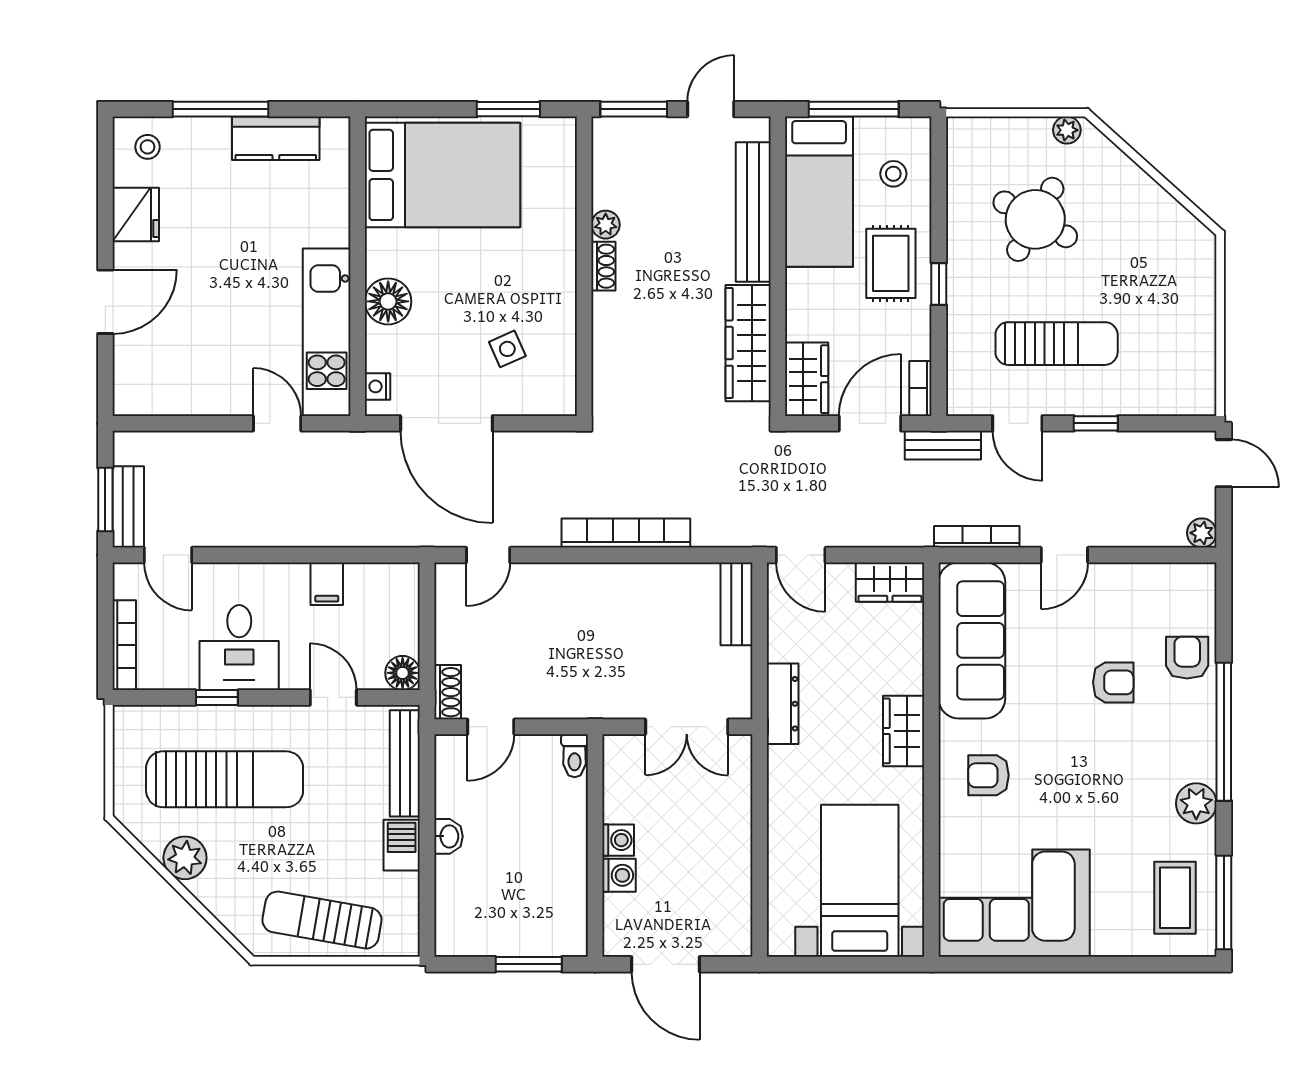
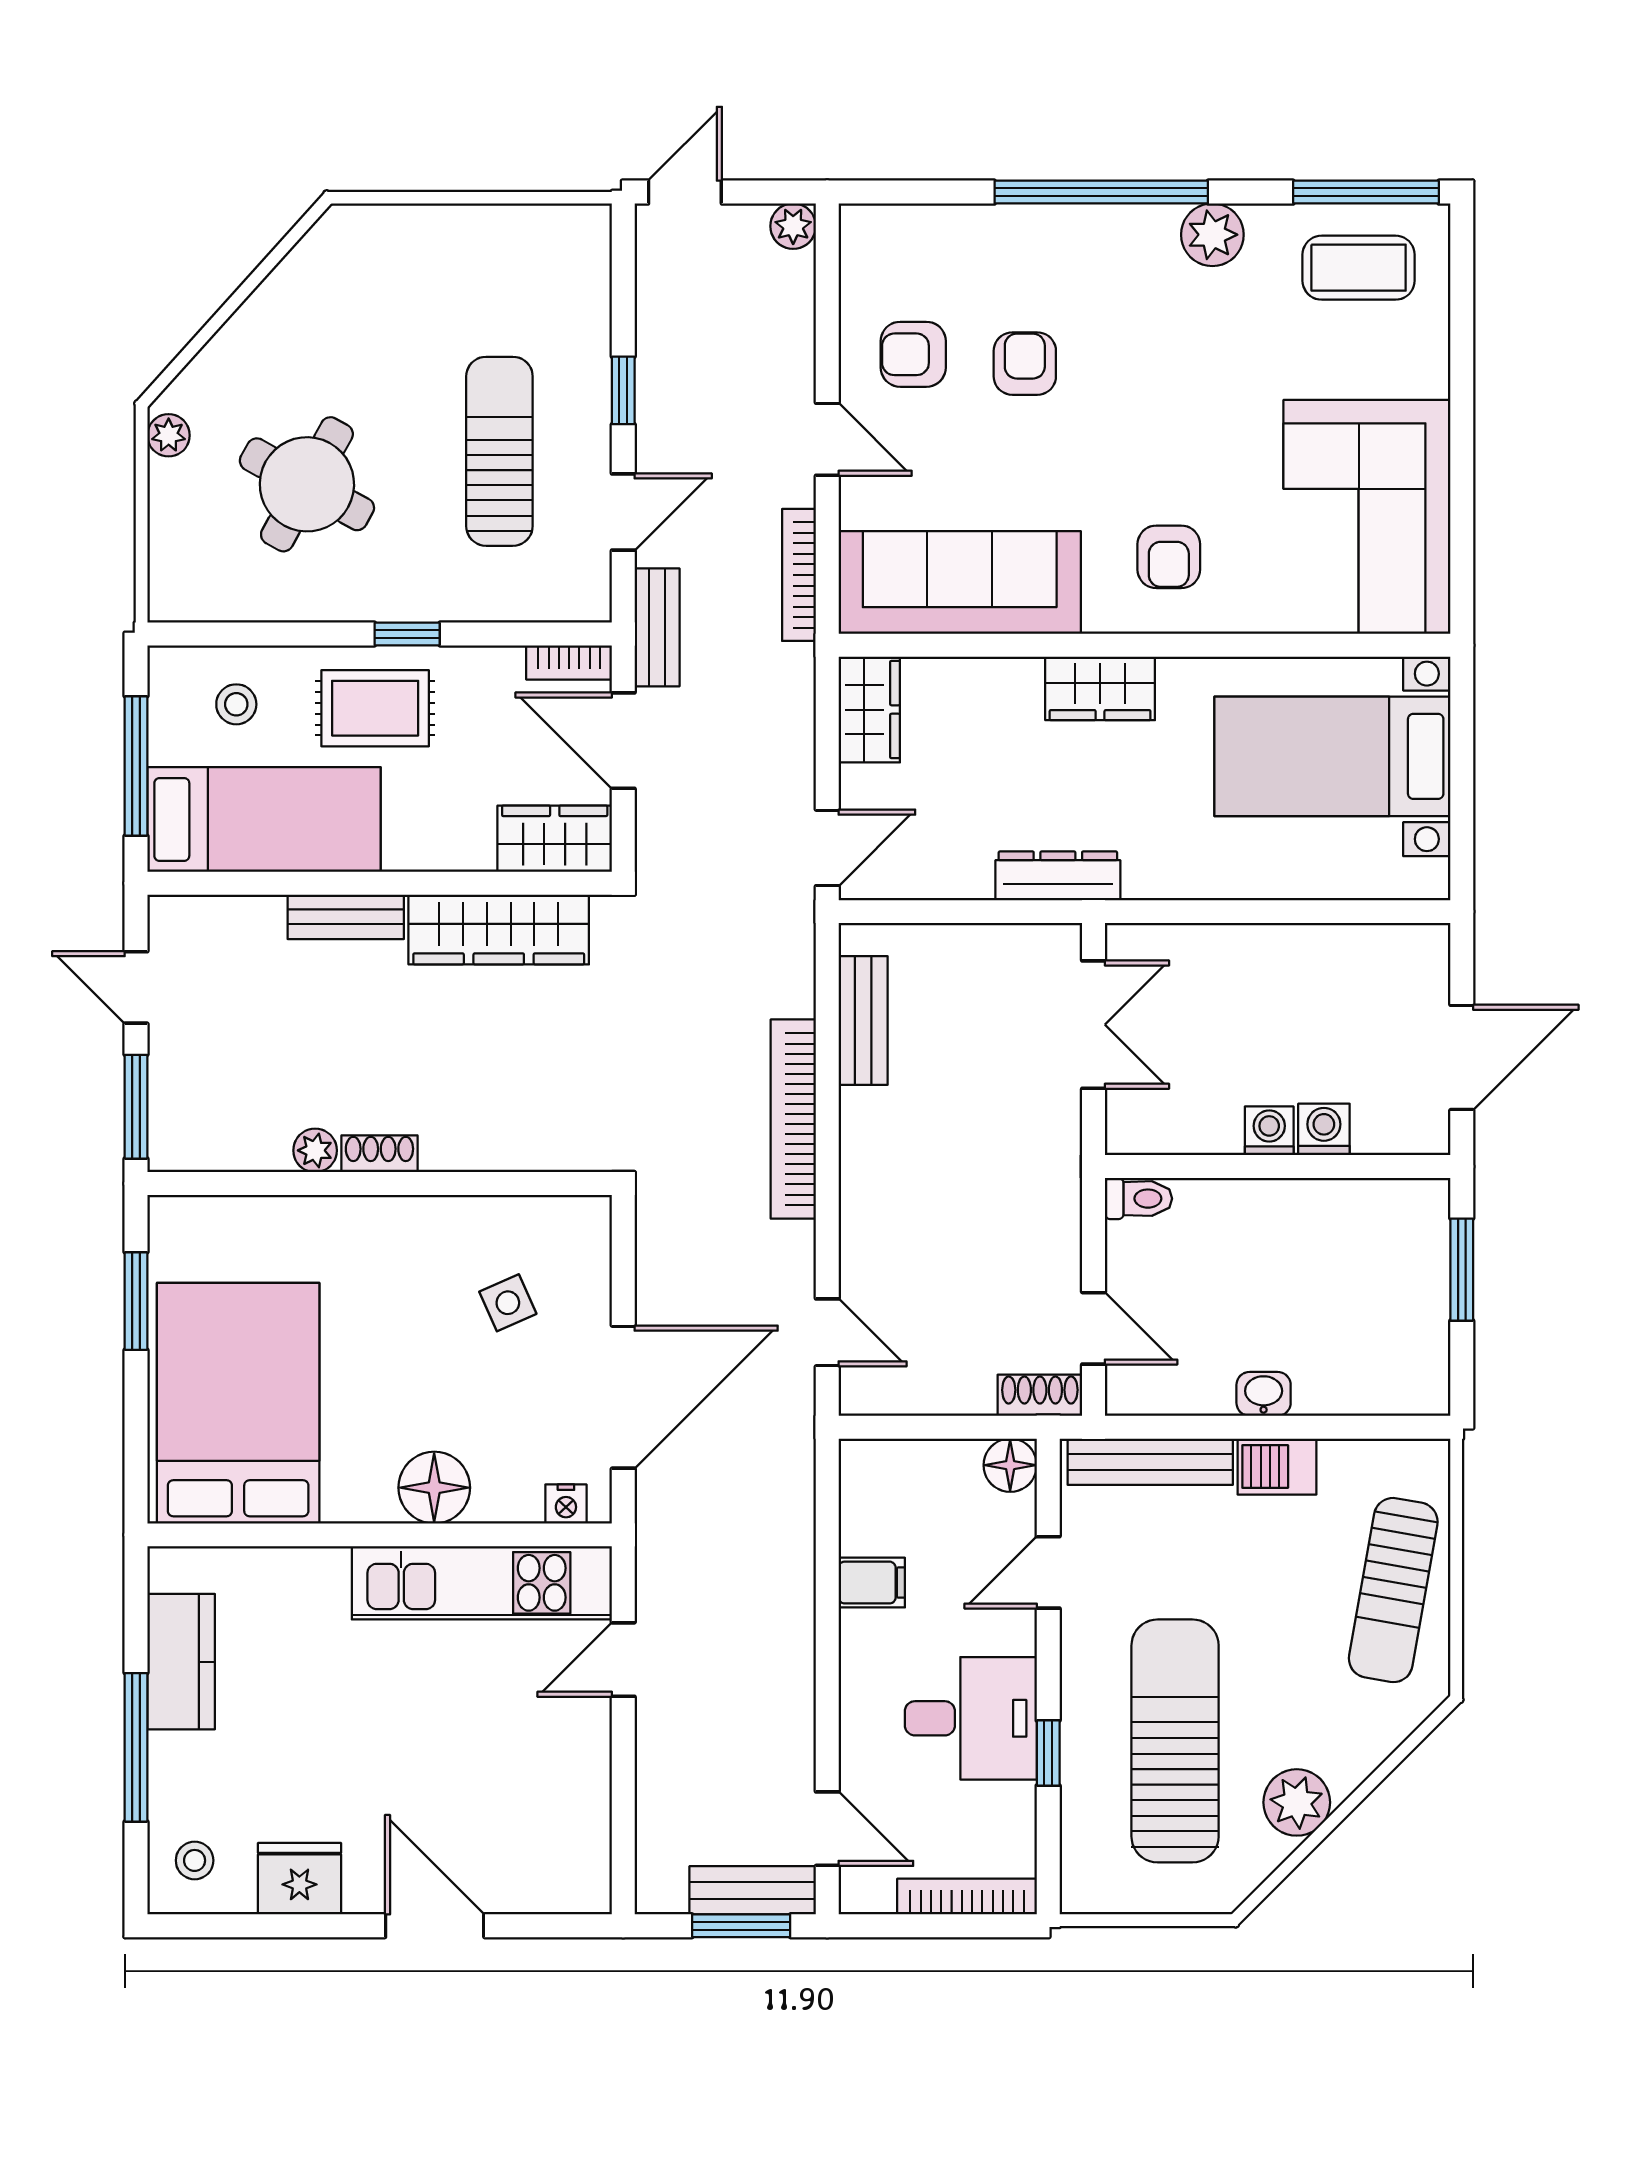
bench: (753, 212) -> (346, 917), width x0.54, depth x0.82
door: (168, 555) -> (827, 1829), hinge flipped
bench: (736, 604) -> (863, 1021), moved, turned 90
armchair: (1187, 658) -> (913, 354), moved

